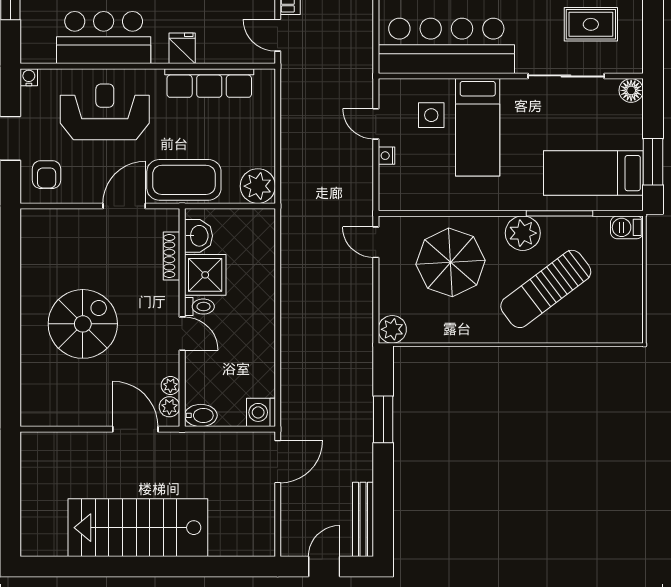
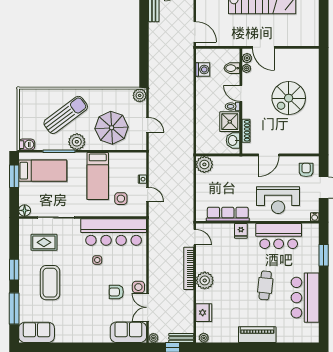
bed: (478, 127) -> (98, 176), moved, turned 180
coffee table: (184, 180) -> (240, 167), removed
door: (376, 242) -> (148, 125), moved
washing machine: (261, 412) -> (203, 69), moved
bidet: (201, 415) -> (232, 68), moved
window: (383, 419) -> (144, 52), removed
door: (278, 462) -> (195, 32), swing flipped

